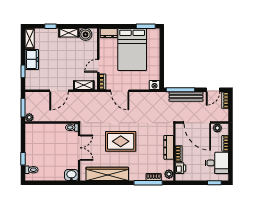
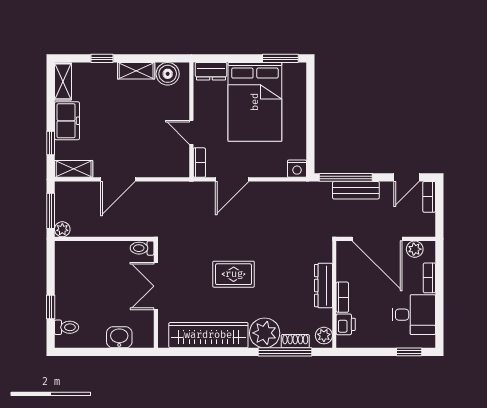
door: (98, 66) -> (191, 132), hinge flipped
shelving: (84, 85) -> (74, 169), moved
door: (120, 91) -> (232, 179), hinge flipped
bench: (186, 97) -> (356, 190), width x0.73
rug: (121, 141) -> (234, 274), width x0.73, depth x0.70
double door: (79, 148) -> (156, 286), swing flipped
plant: (137, 173) -> (265, 333), added
washbasin: (71, 175) -> (119, 337), moved

